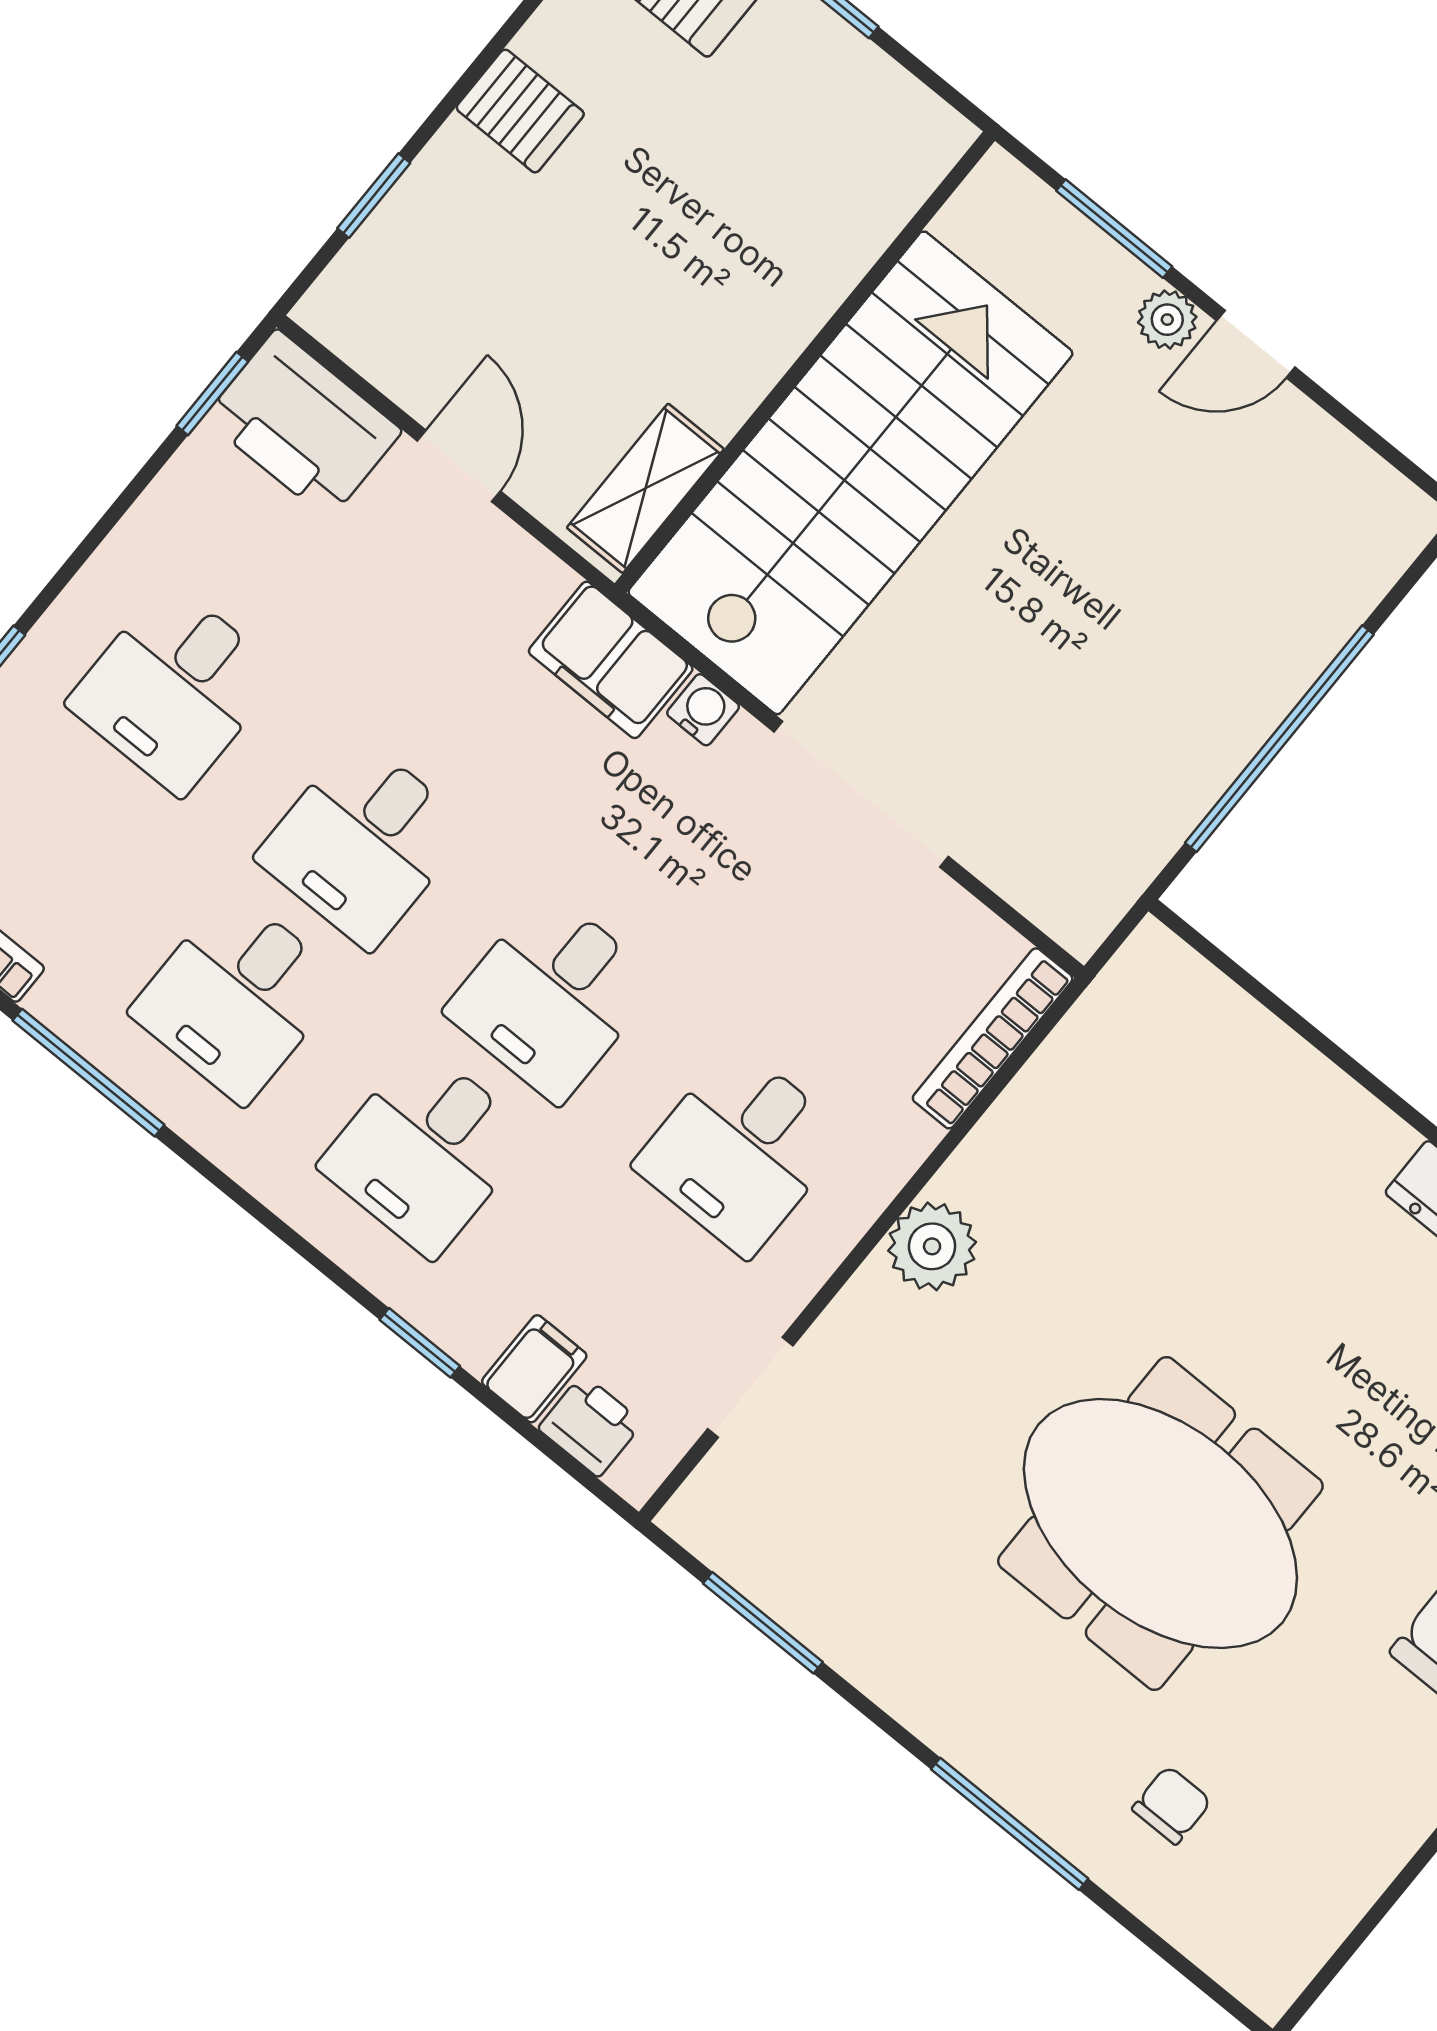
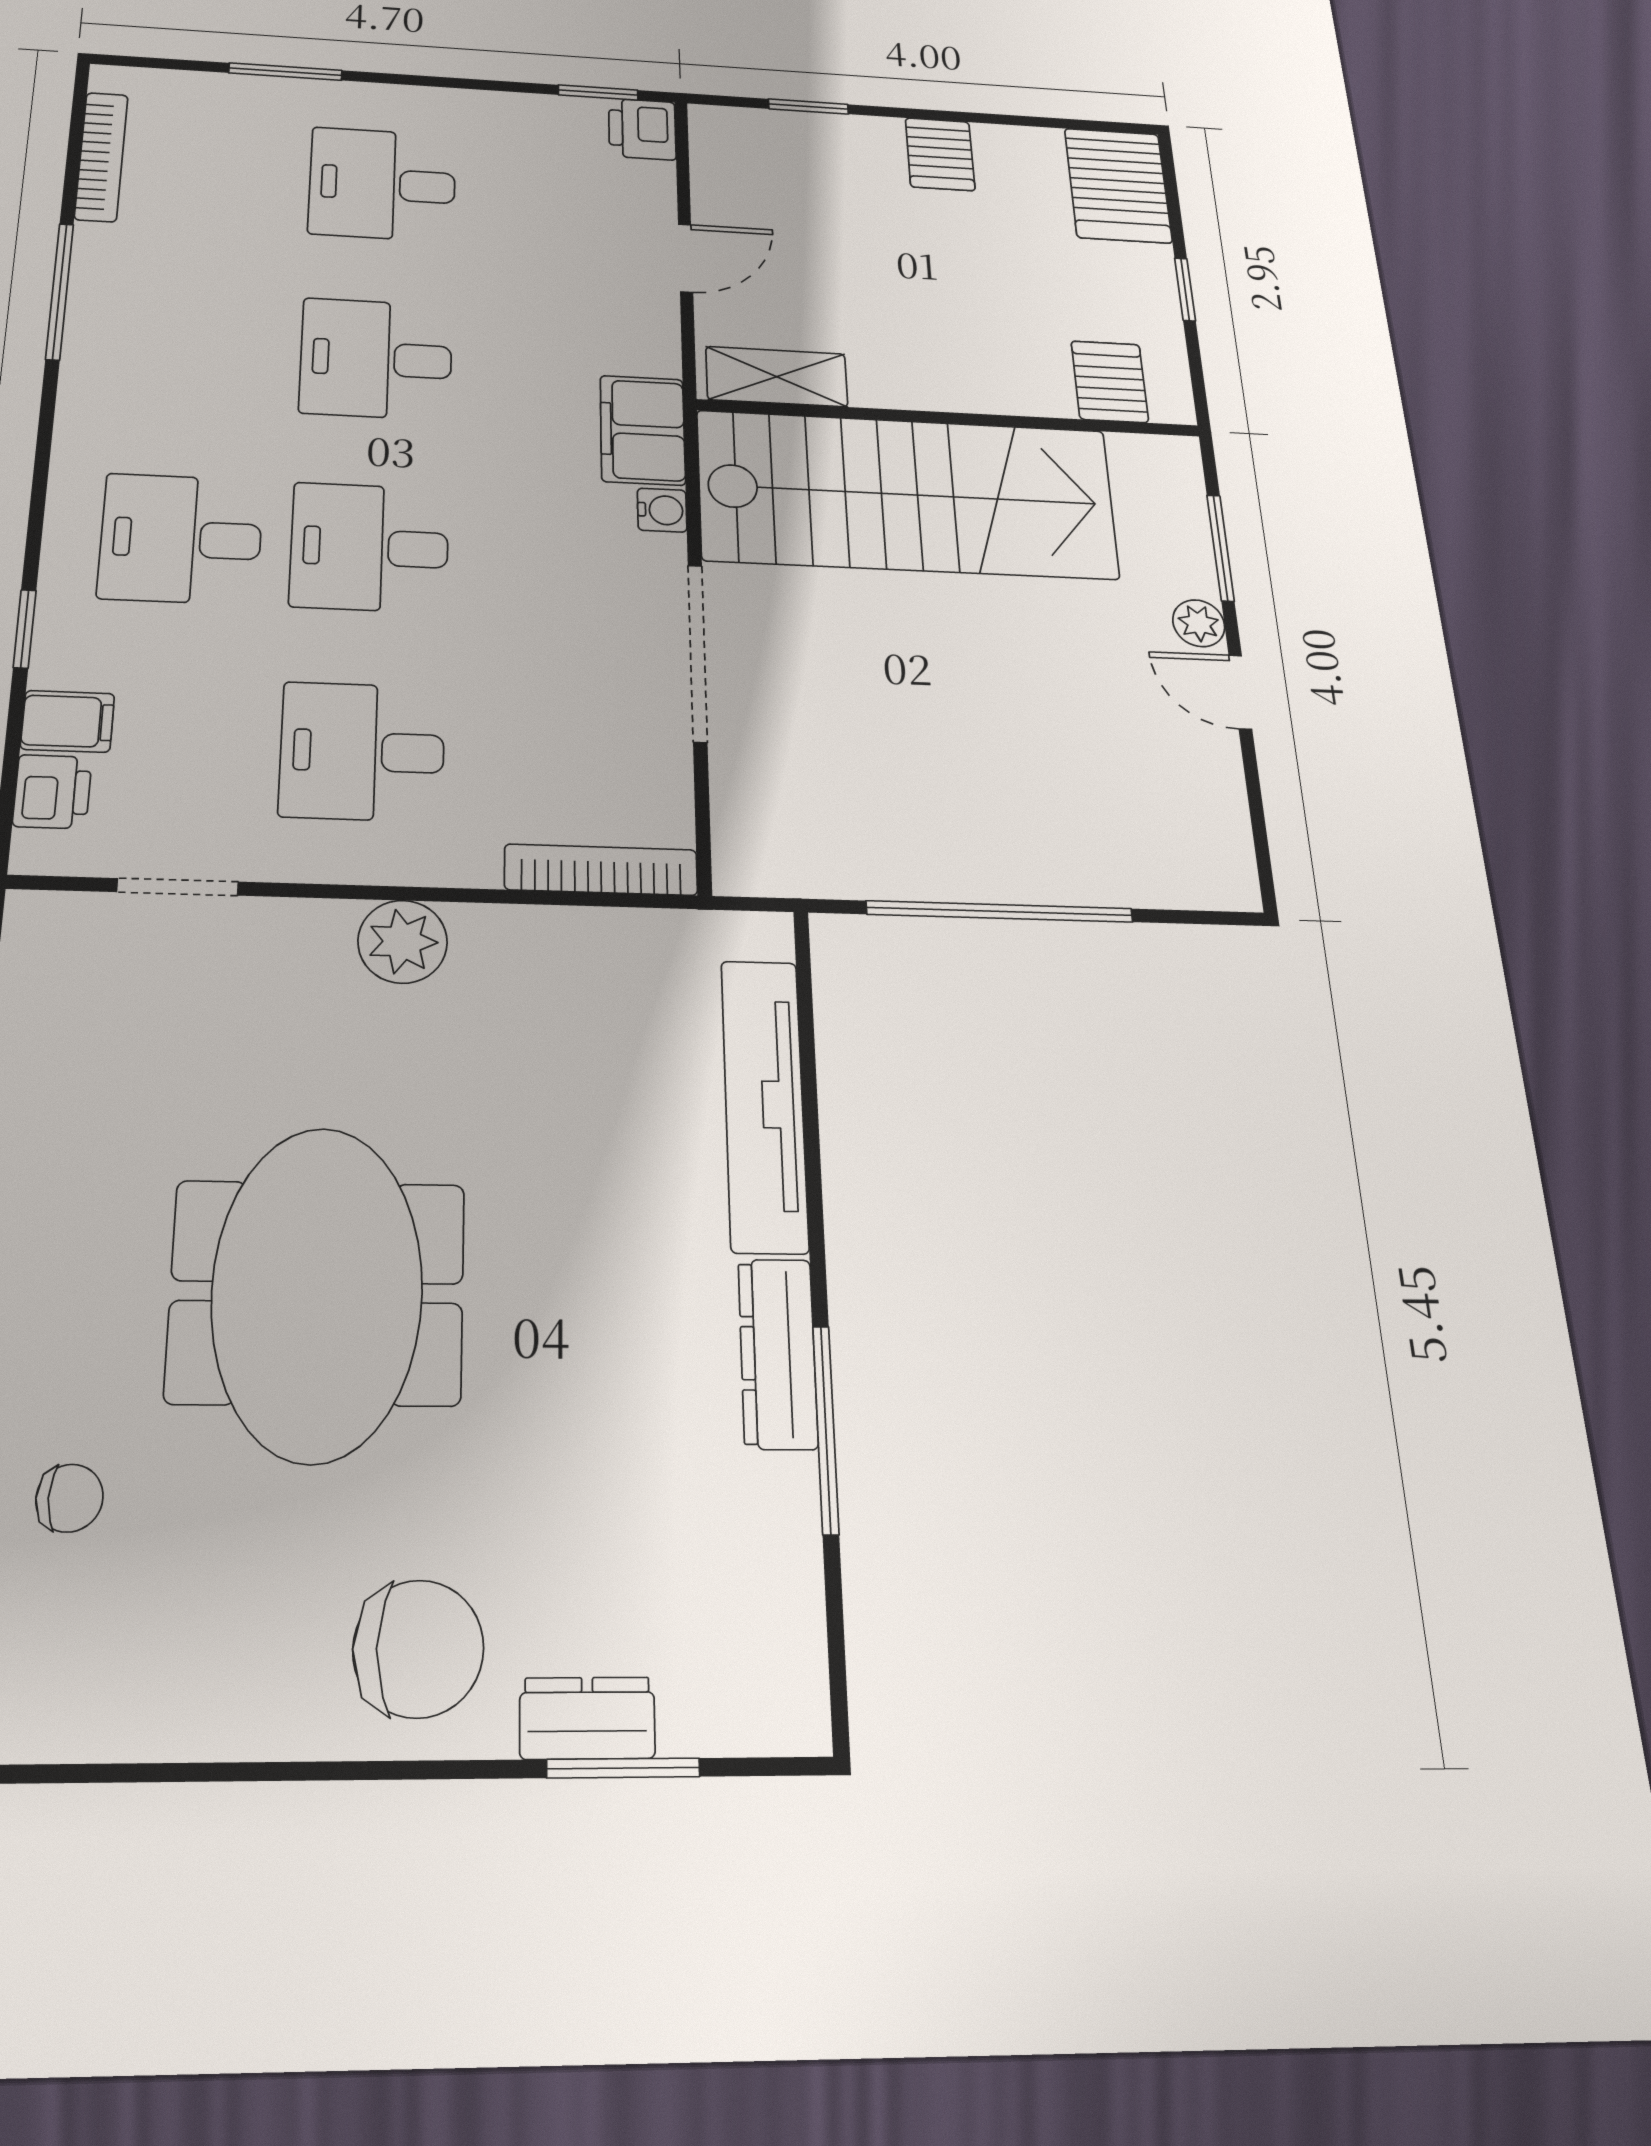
server rack: (879, 174) -> (1110, 382), added
printer: (303, 424) -> (642, 129), width x0.53, depth x0.68
desk: (237, 997) -> (195, 349), removed
tv unit: (1283, 1070) -> (764, 1104), added

